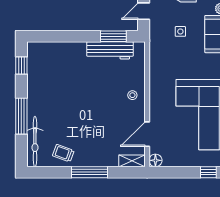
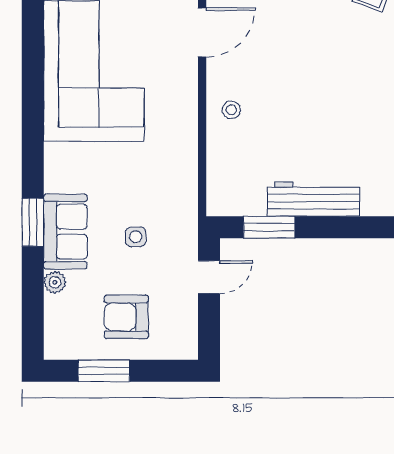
workbench: (110, 50) -> (313, 199), moved

